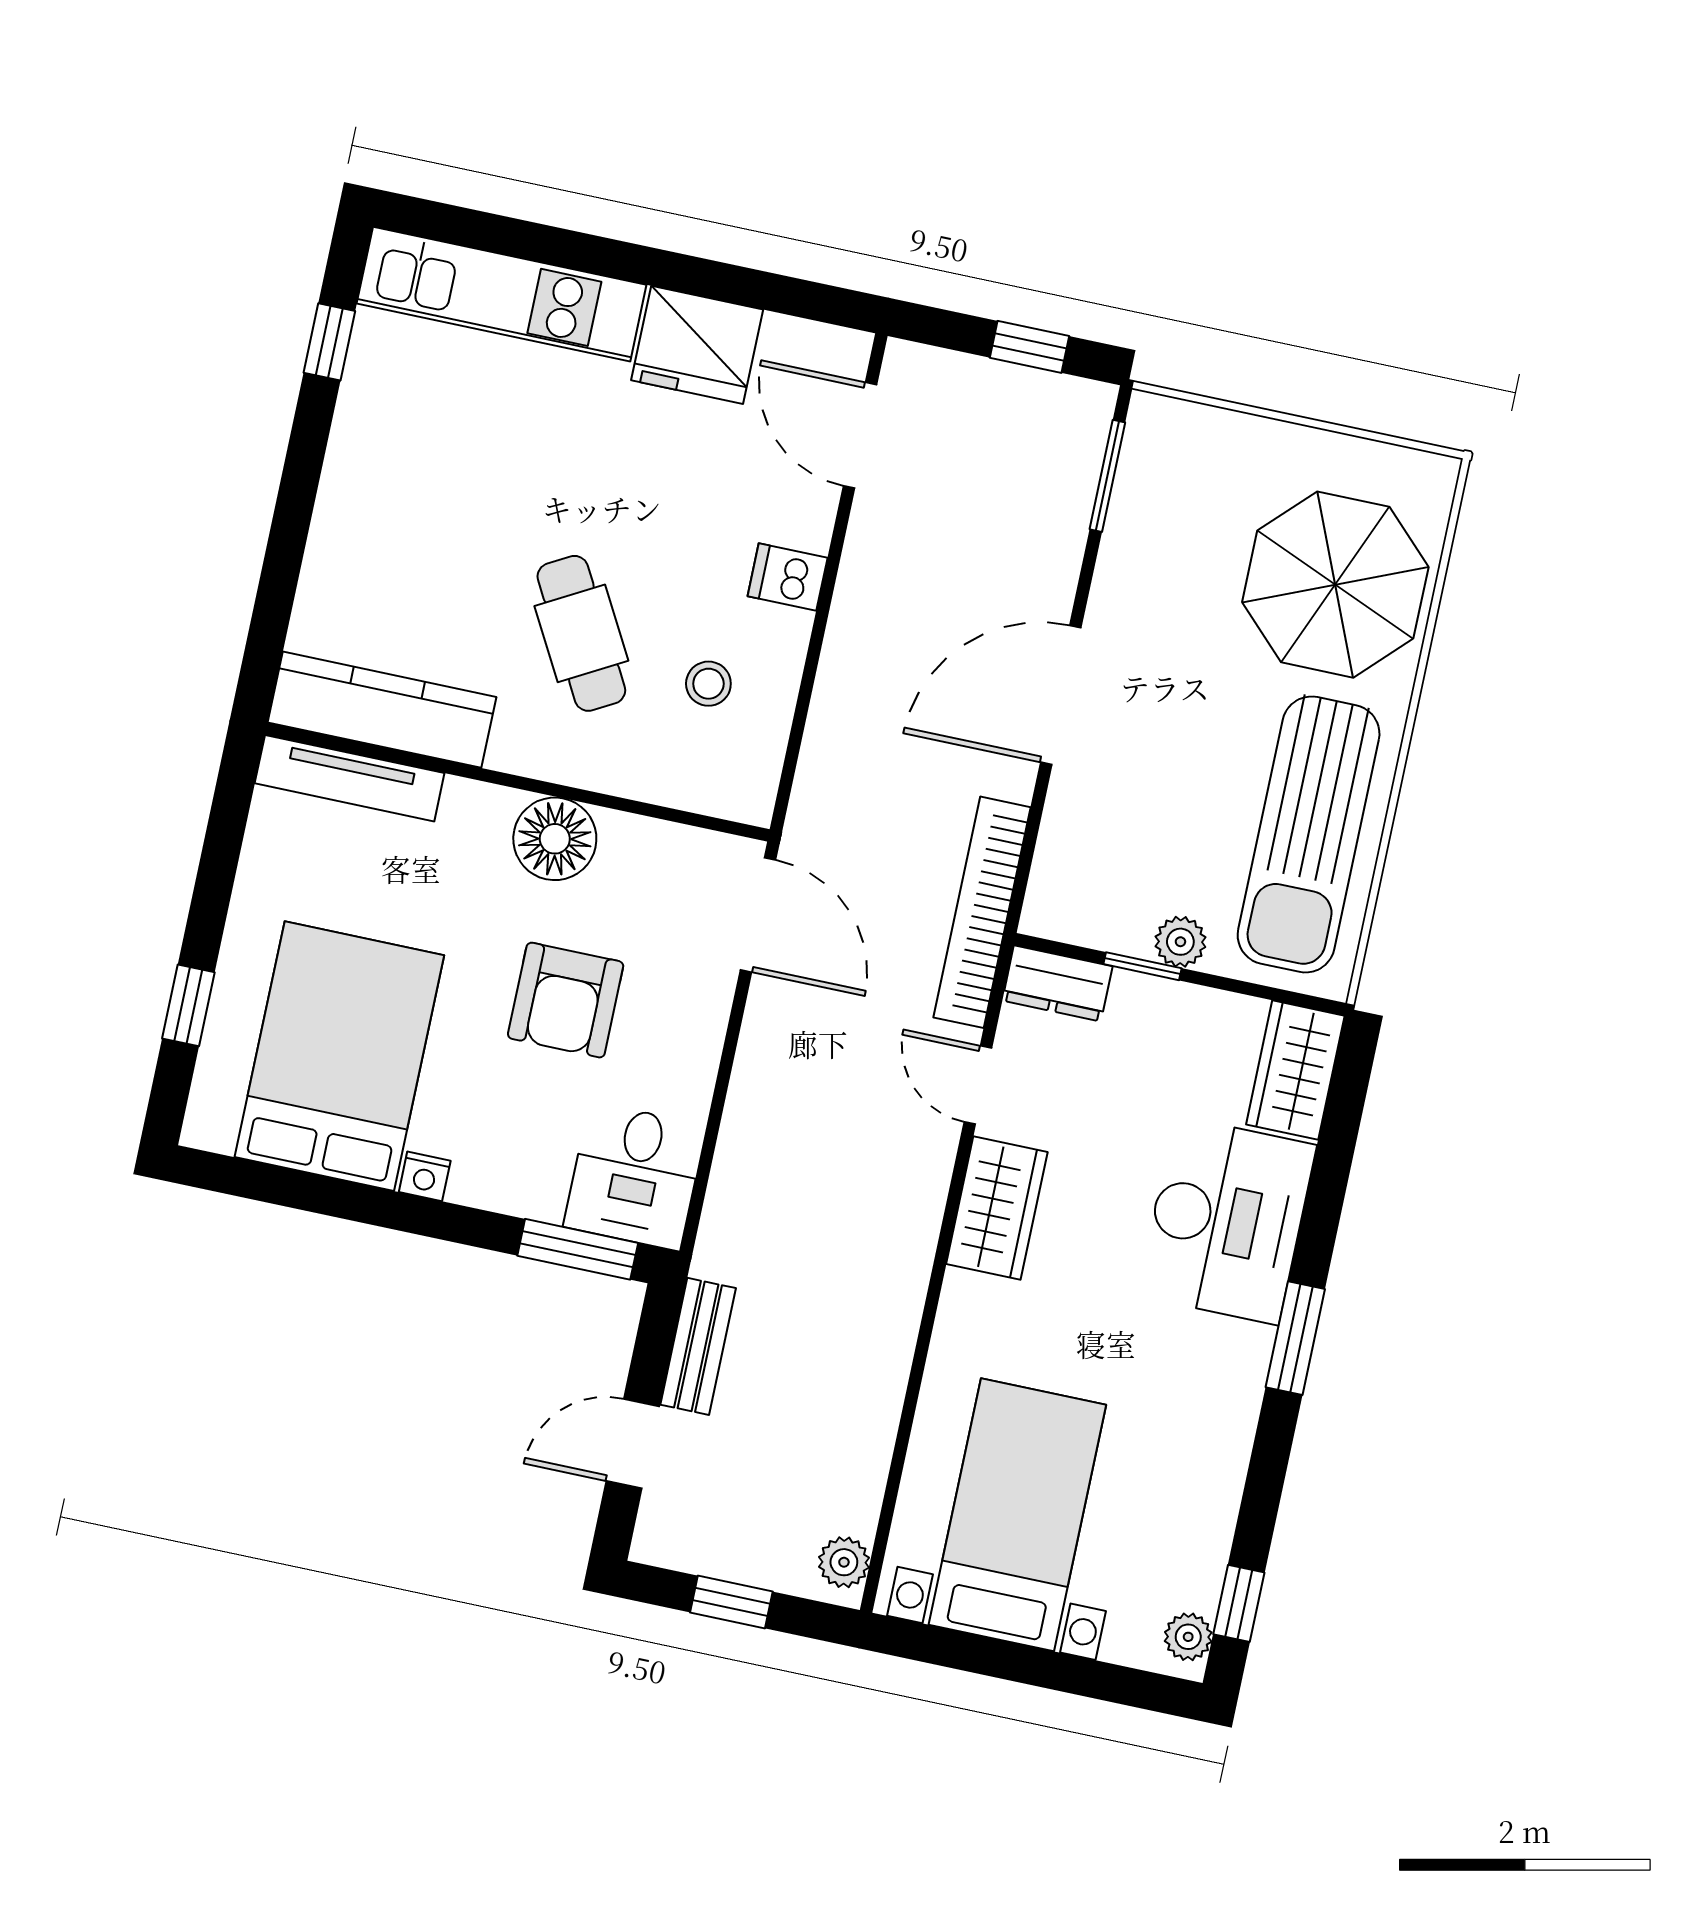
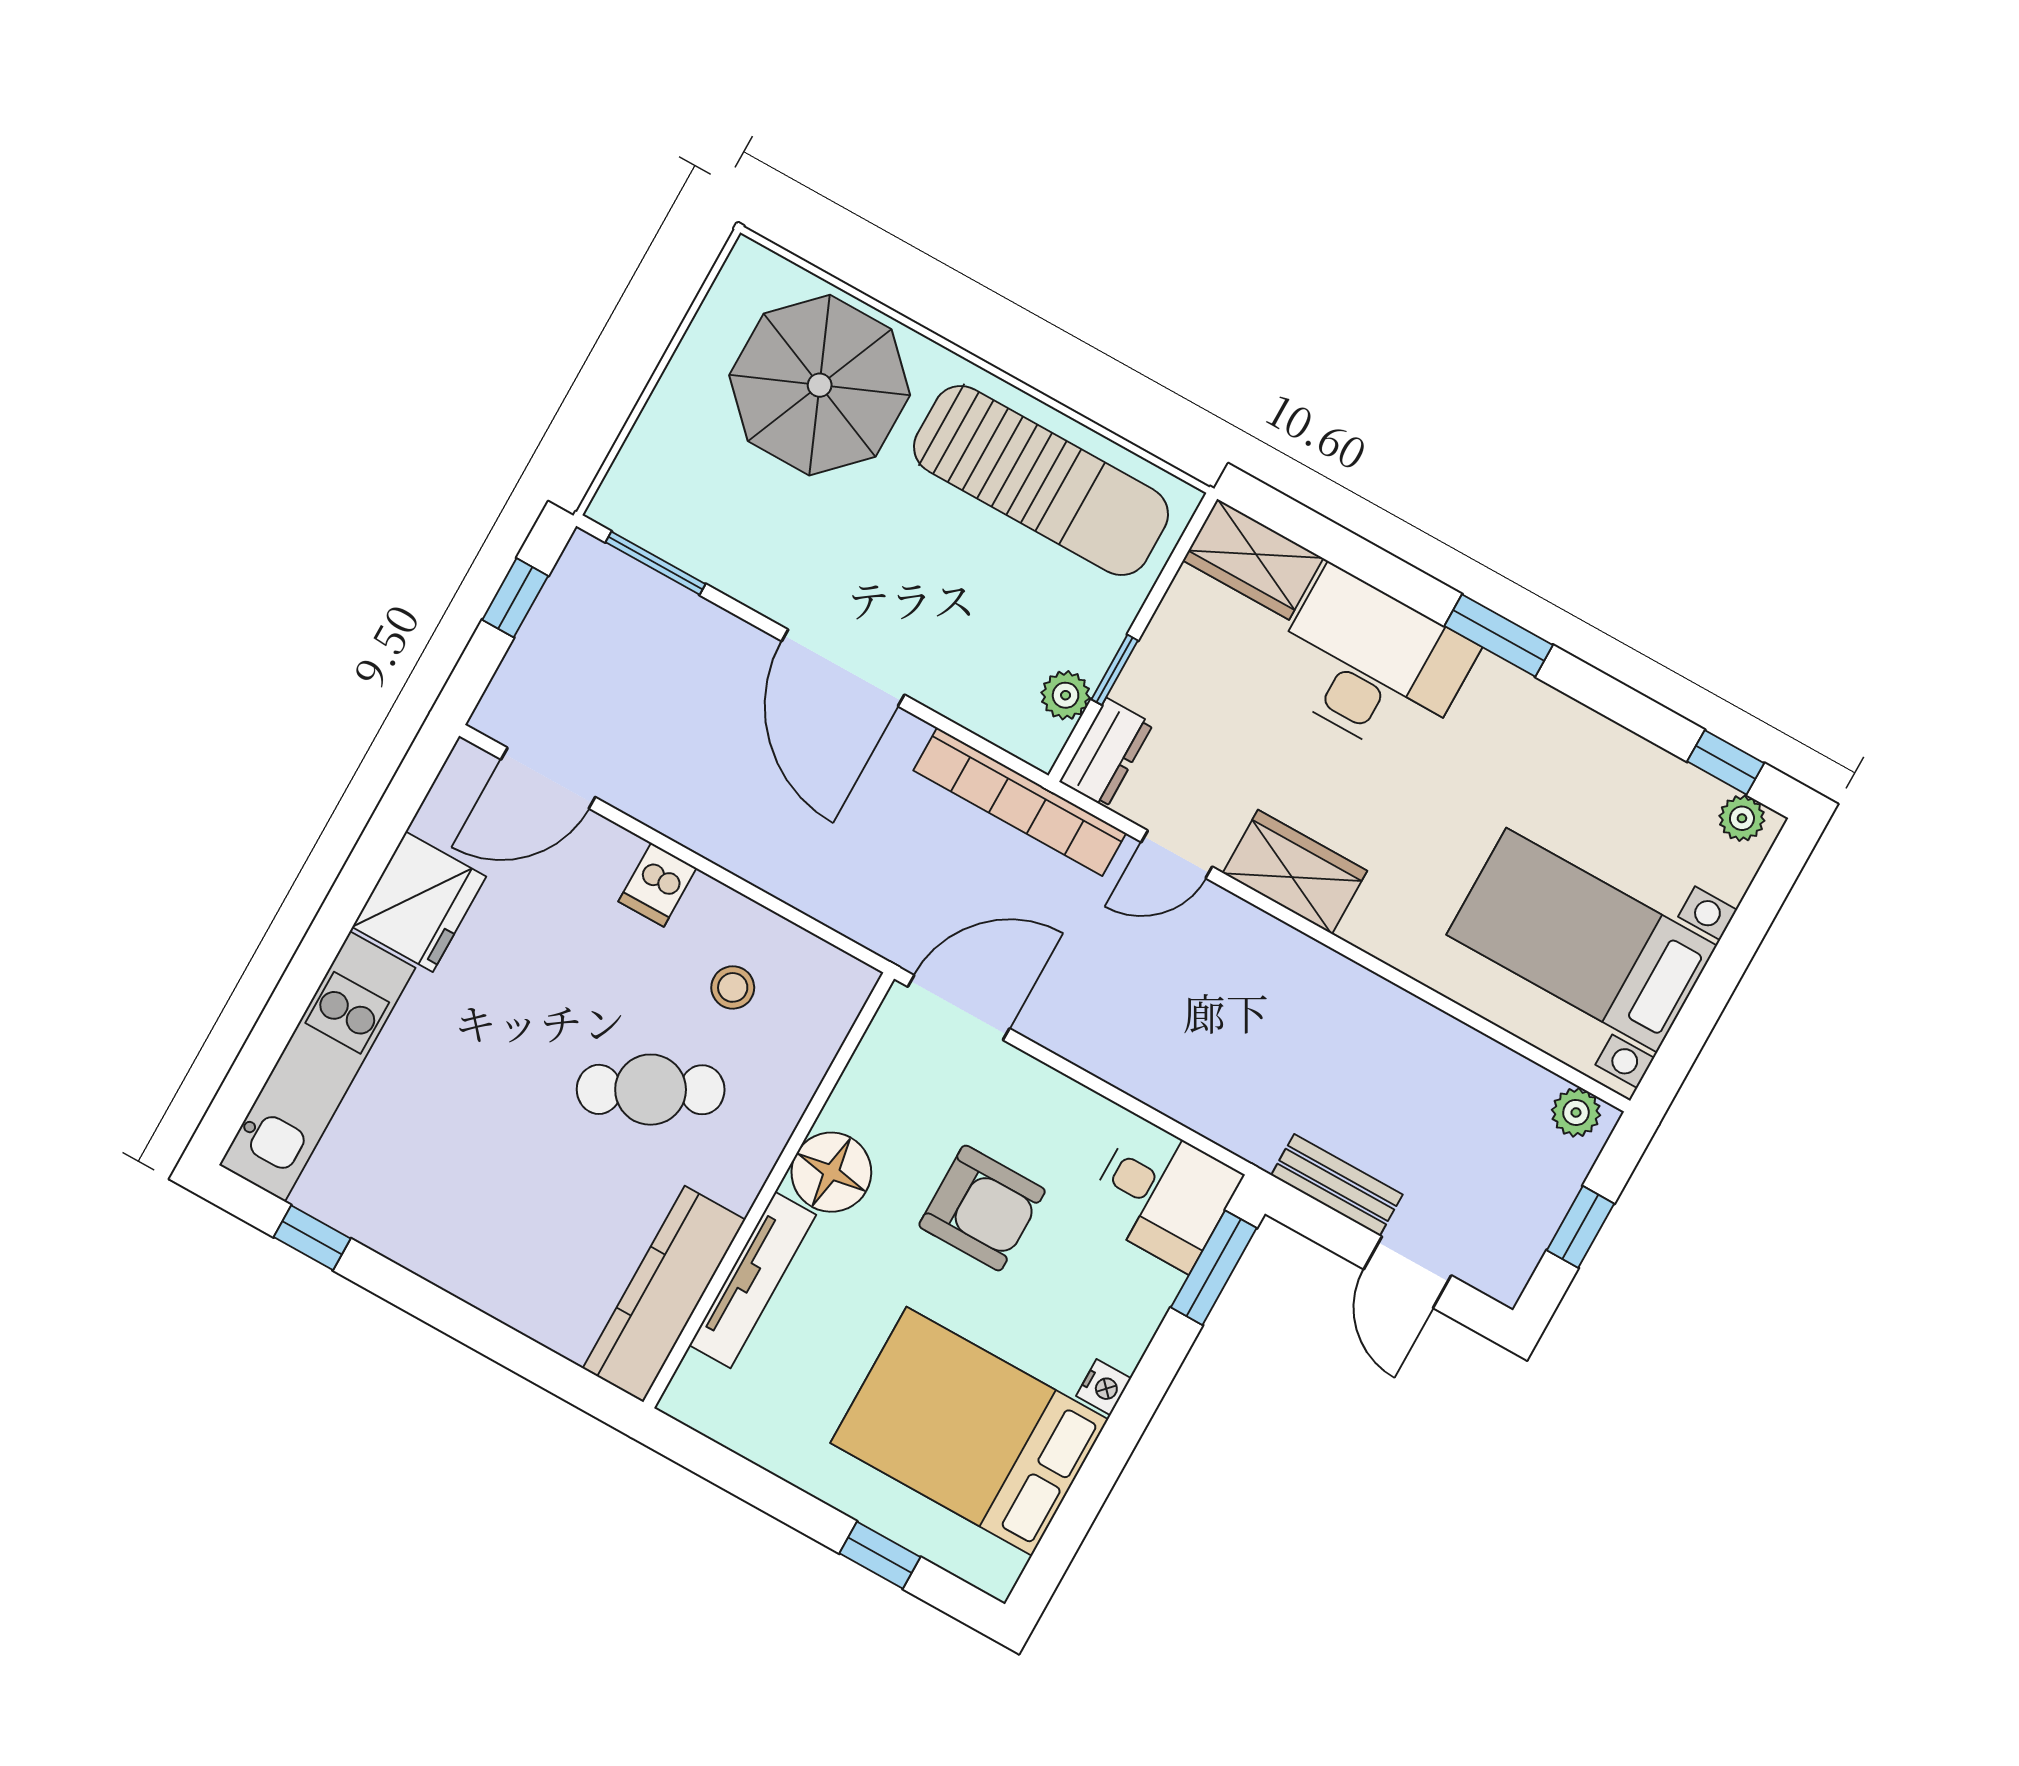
tv unit: (350, 778) -> (753, 1280), moved
plant: (1180, 942) -> (1066, 695), moved

